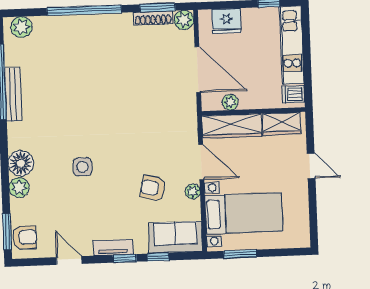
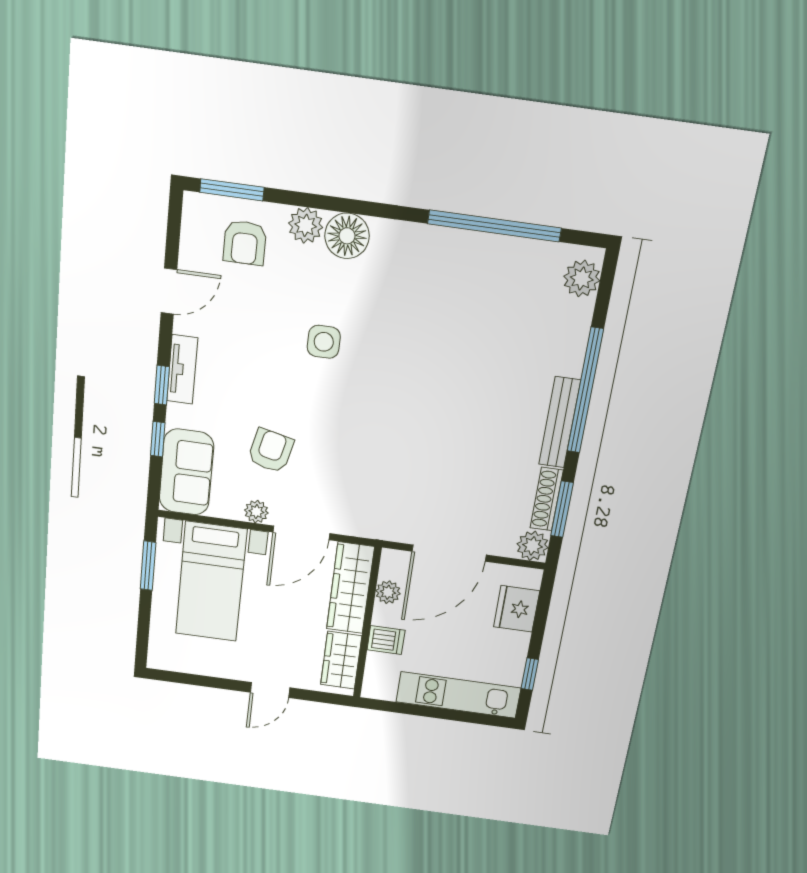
bench: (13, 94) -> (560, 422), moved, turned 90
dishwasher: (293, 94) -> (386, 640), moved, turned 90
armchair: (25, 237) -> (245, 243), moved

